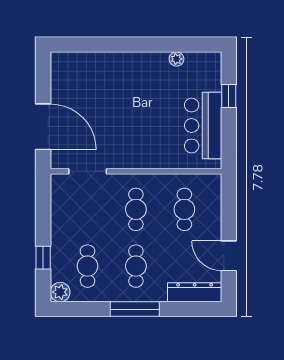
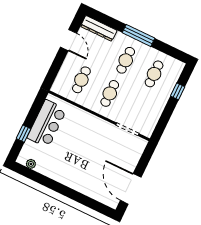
plant: (176, 59) -> (31, 164), moved
door: (43, 127) -> (131, 189), moved
plant: (60, 292) -> (177, 66), removed

